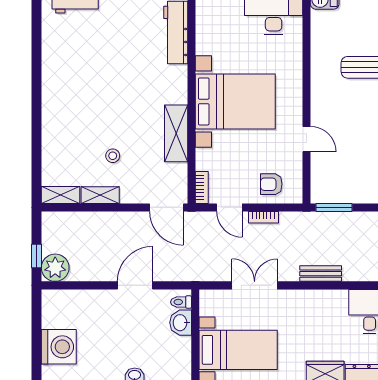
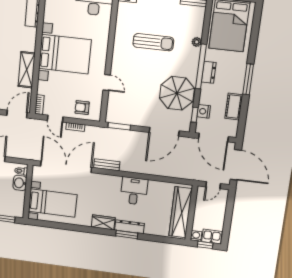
door: (166, 207) -> (17, 114), swing flipped
double door: (255, 285) -> (66, 167), width x1.87

